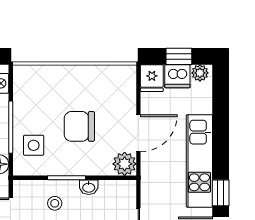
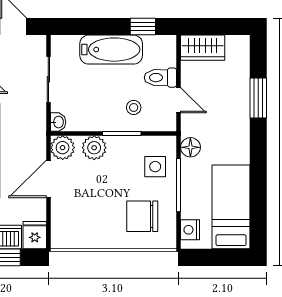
chair: (79, 126) -> (142, 216), moved, turned 180
plant: (94, 164) -> (94, 148), added
washbasin: (89, 187) -> (58, 122), moved, turned 90

